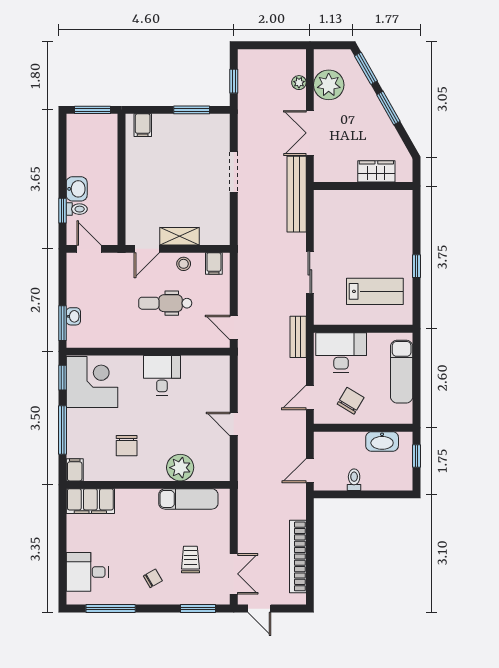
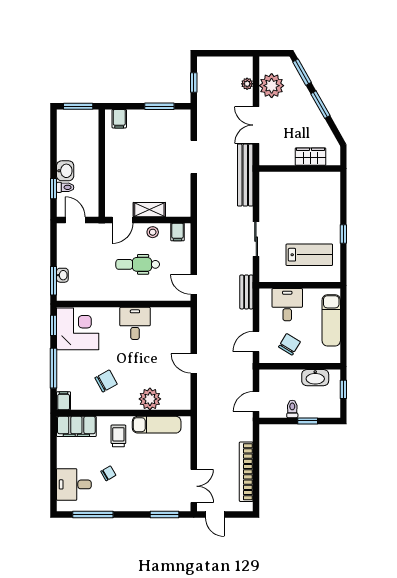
desk: (341, 352) -> (287, 305), width x0.73
chair: (127, 446) -> (106, 381), turned -119
window: (373, 494) -> (308, 421), added
trolley: (190, 560) -> (118, 436), moved
chair: (153, 578) -> (108, 473), moved

